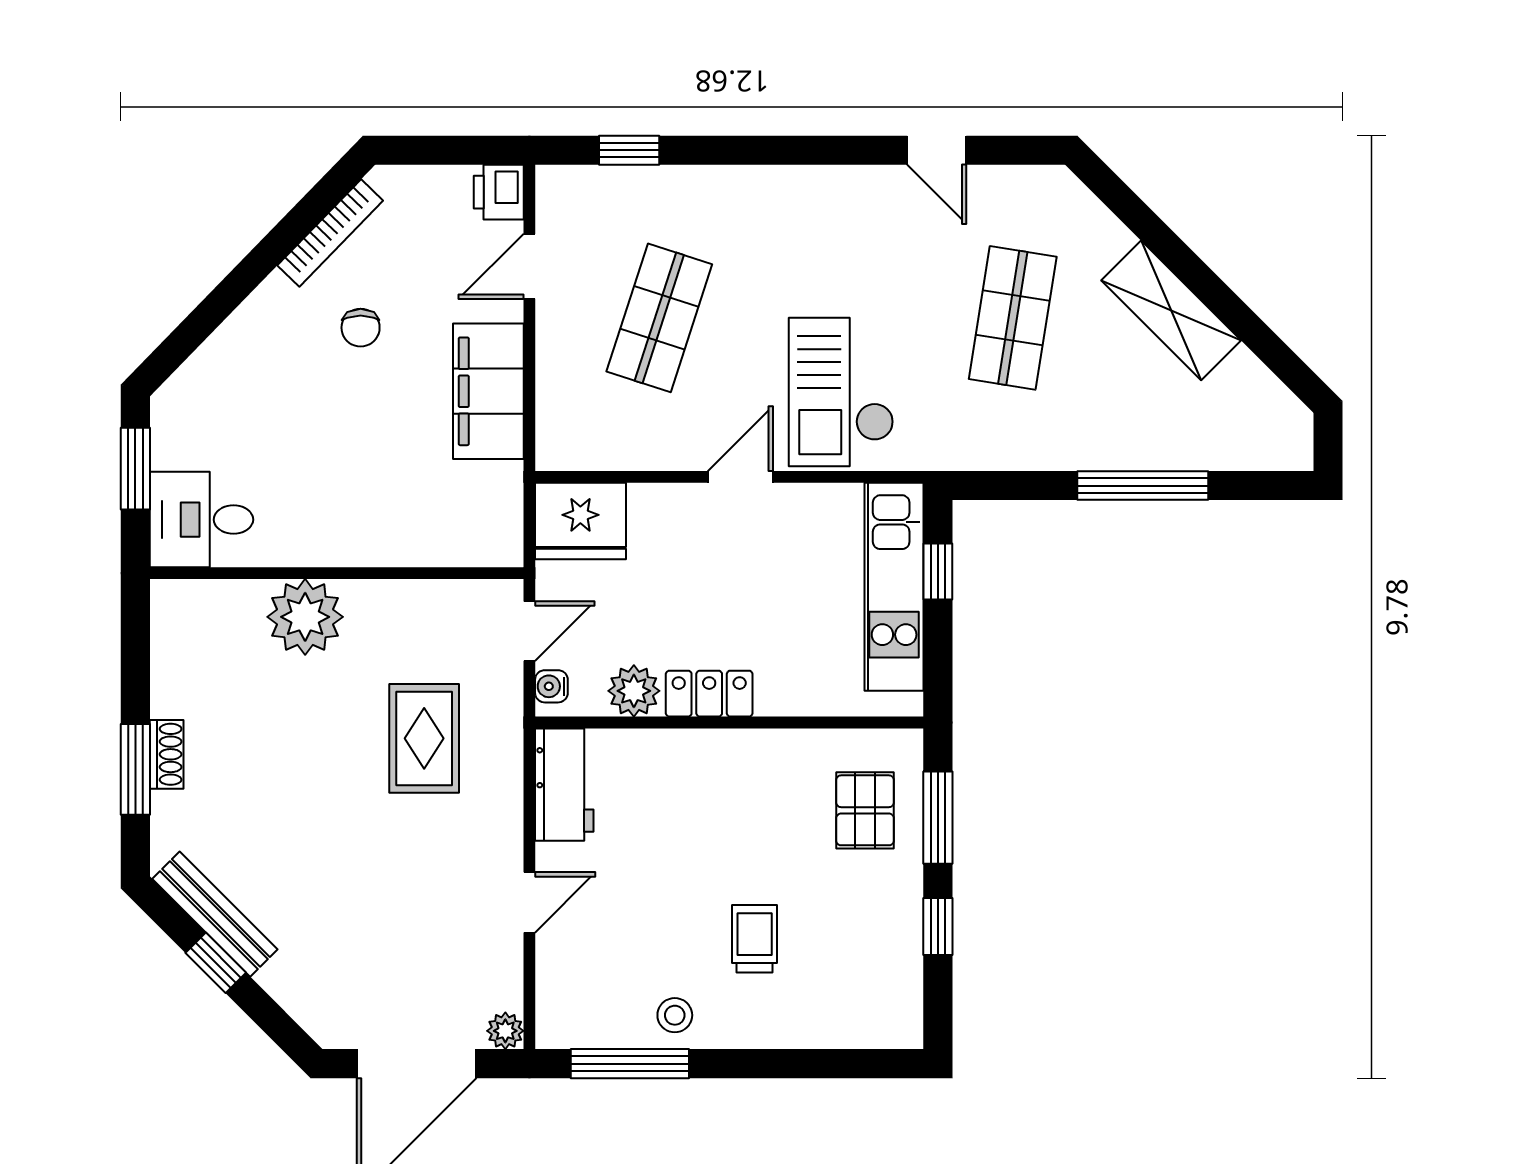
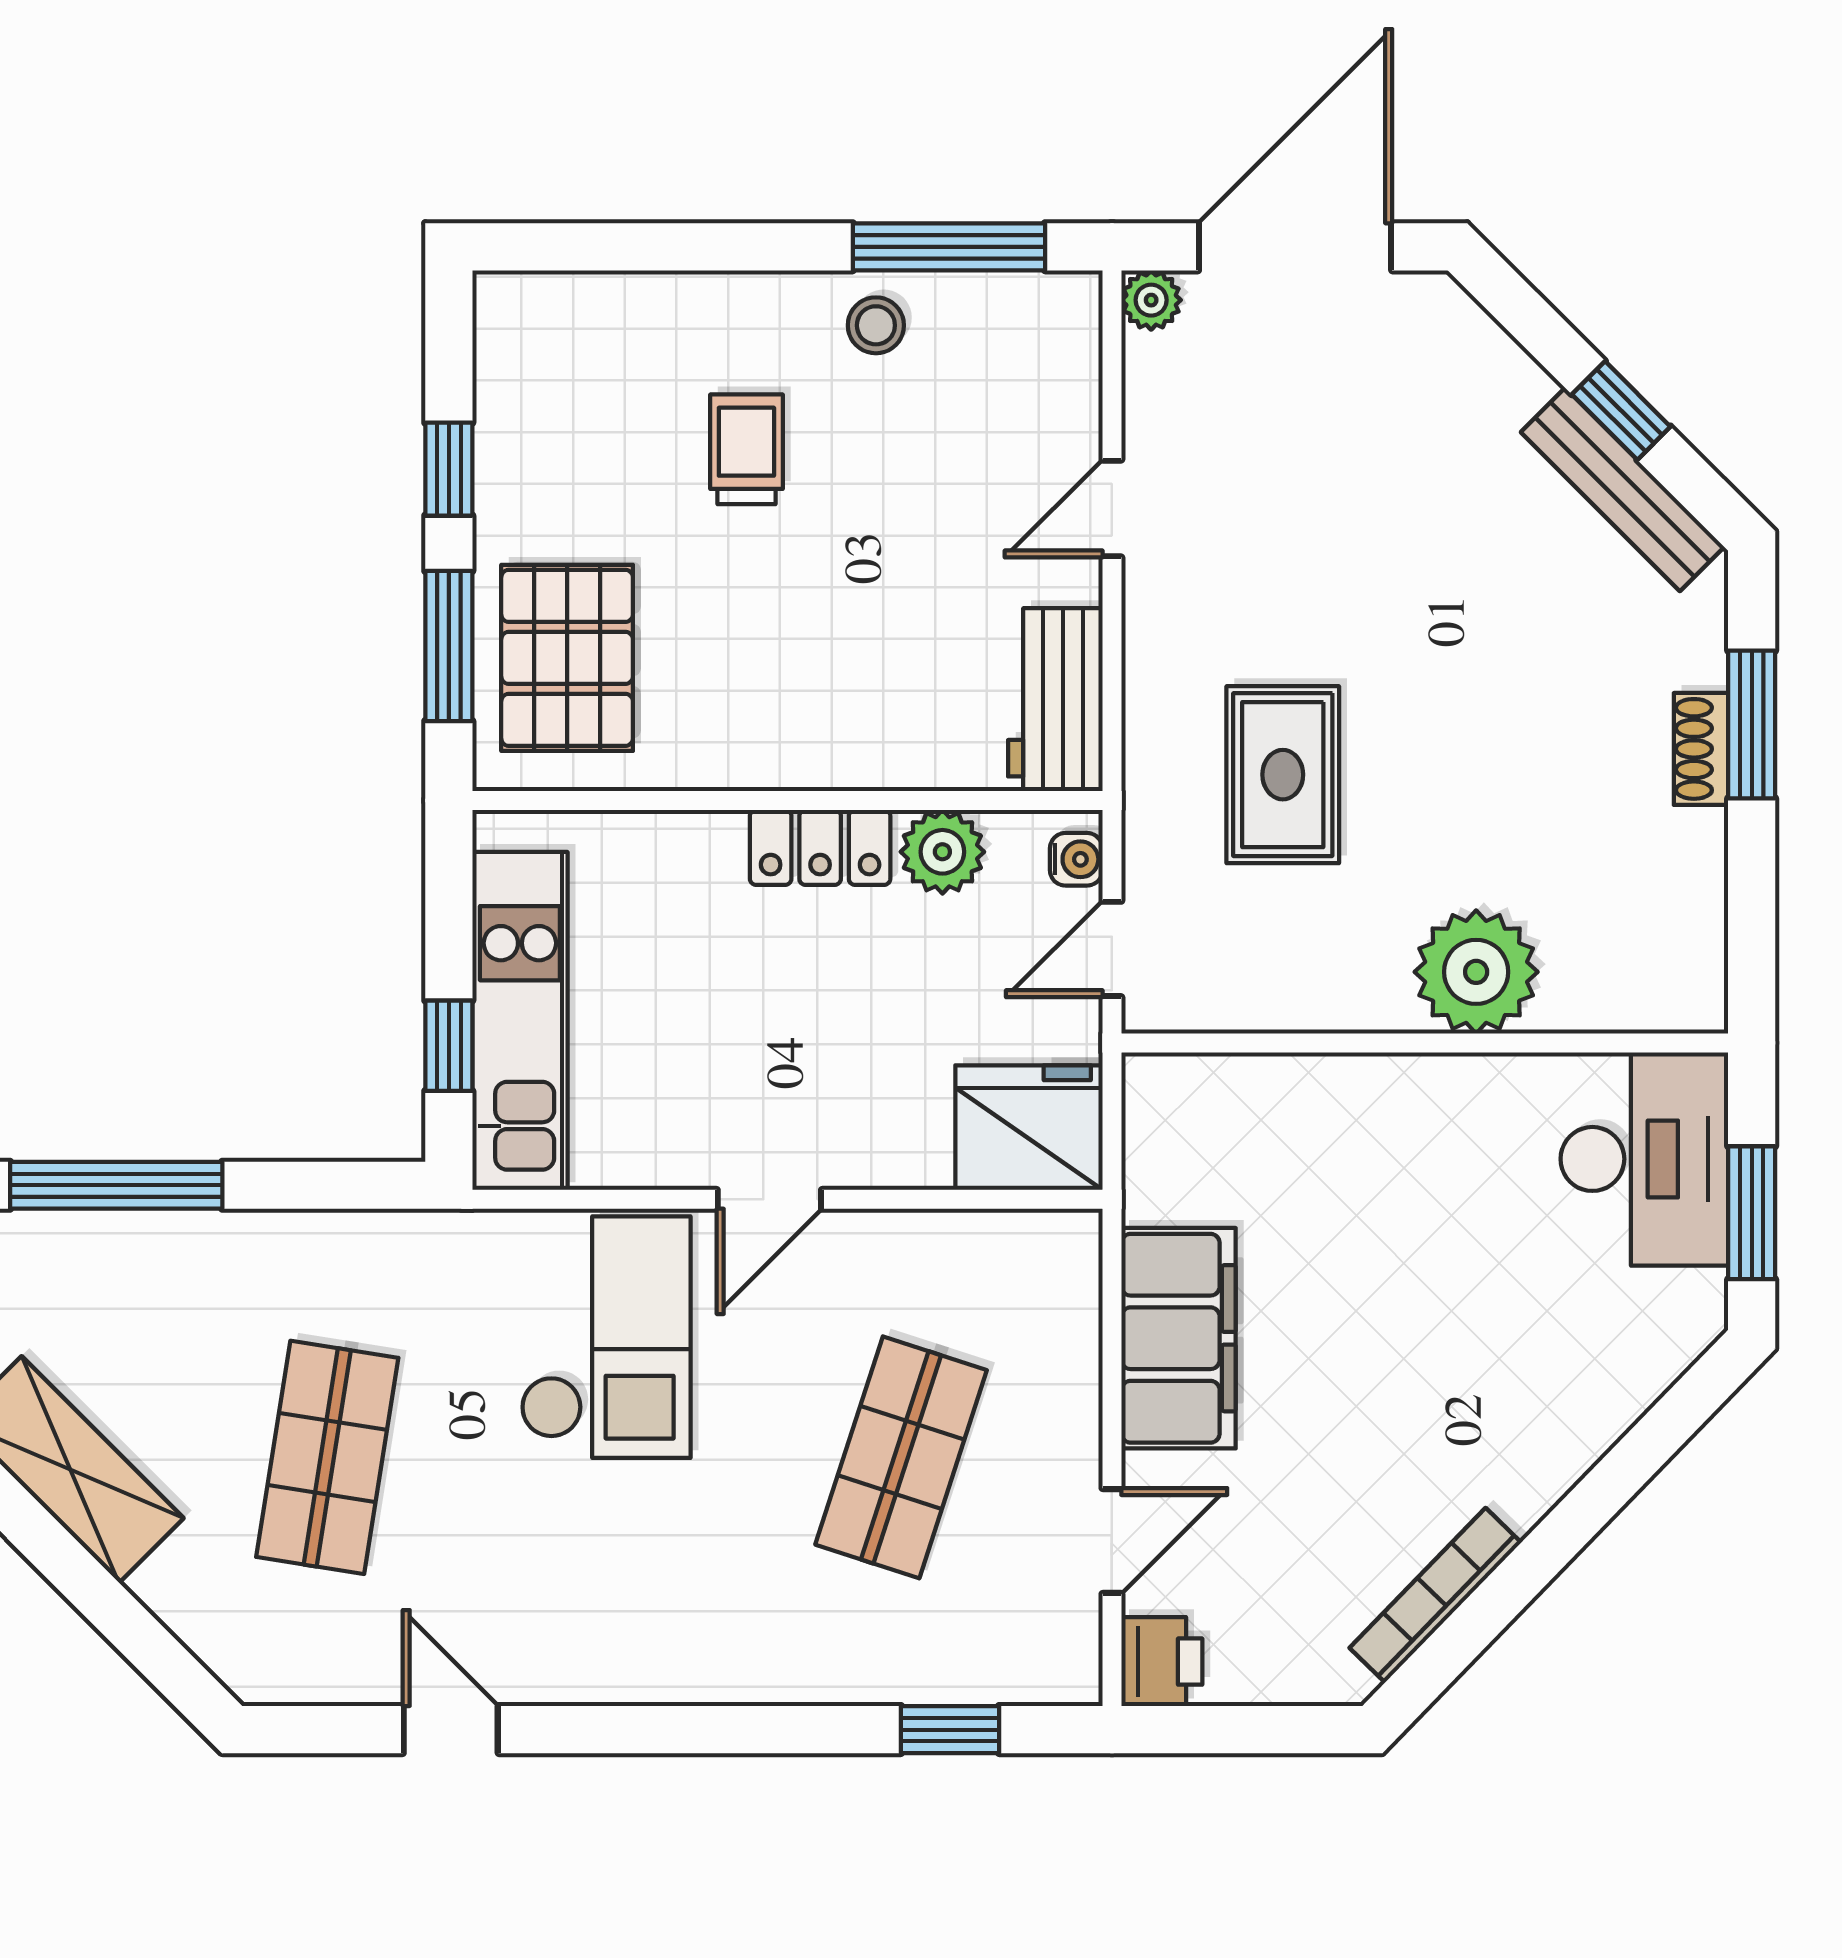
chair: (361, 328) -> (1386, 1441), removed
desk: (201, 520) -> (1644, 1159), width x1.37
pallet: (865, 810) -> (567, 658), width x1.50, depth x1.42
trolley: (755, 939) -> (746, 449), turned 180

